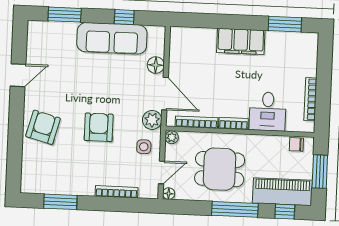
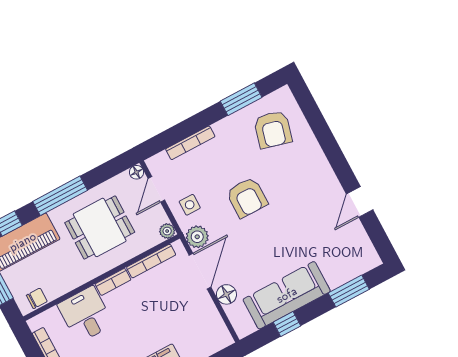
door: (165, 94) -> (200, 271), swing flipped
armchair: (43, 127) -> (273, 129), moved

